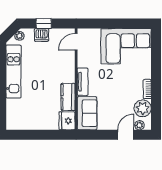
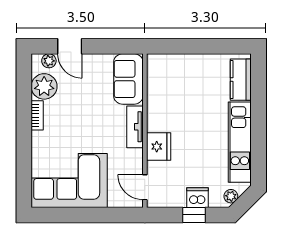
door: (76, 42) -> (145, 187), swing flipped
kitchen counter: (68, 97) -> (241, 80), moved, turned 180
fridge: (67, 121) -> (159, 147), moved
door: (126, 135) -> (70, 46), hinge flipped

